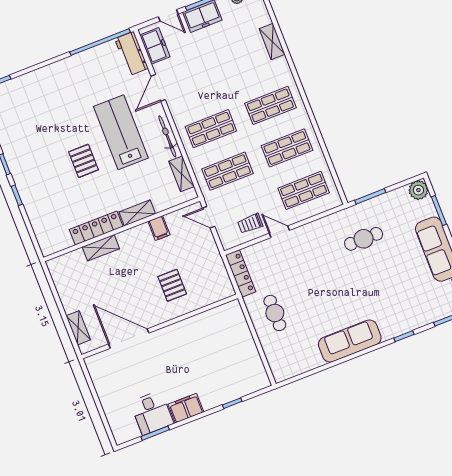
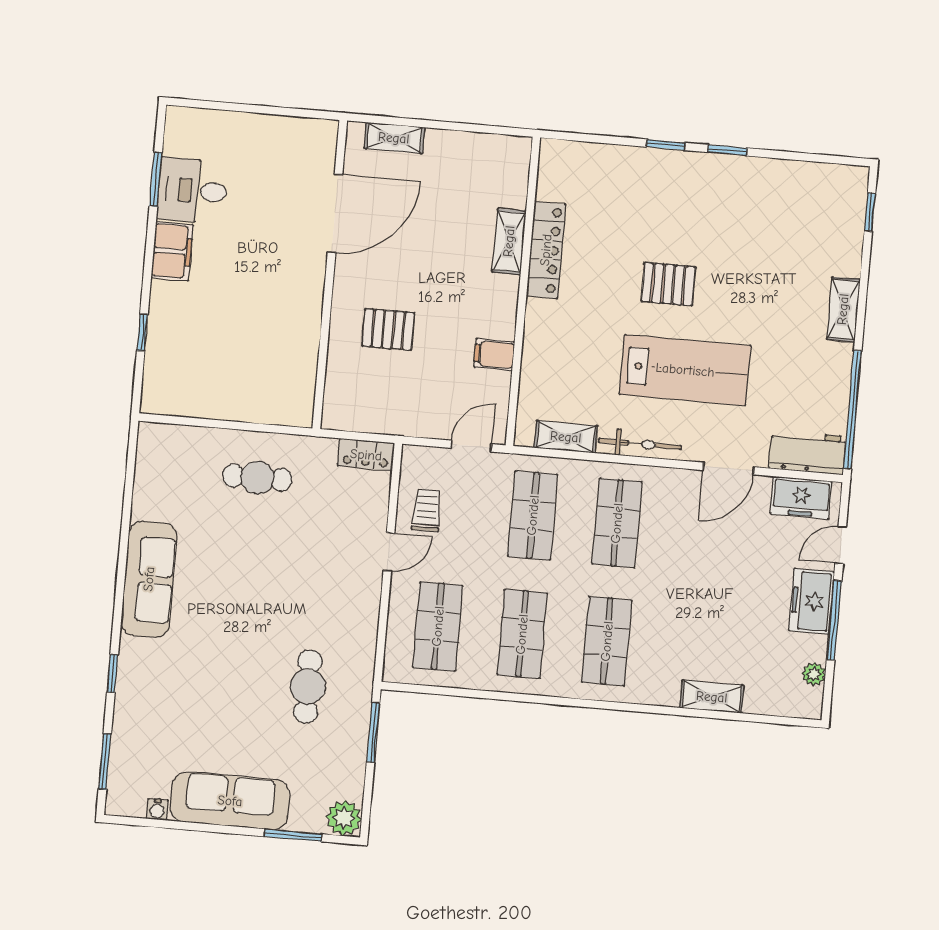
door: (158, 88) -> (728, 469), swing flipped
shelving: (137, 213) -> (843, 309), moved
locker: (241, 273) -> (366, 455), width x0.66

